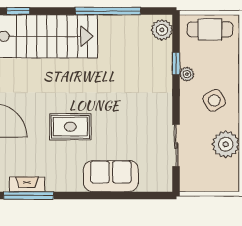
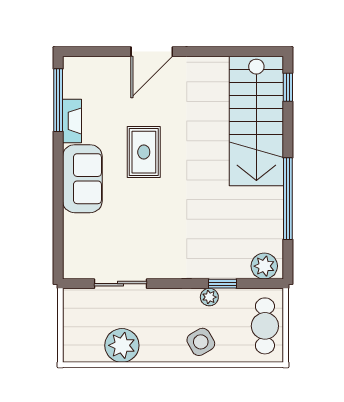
side table: (214, 100) -> (201, 342), moved
sofa: (111, 176) -> (82, 179), moved
fireplace: (27, 184) -> (72, 121), moved

